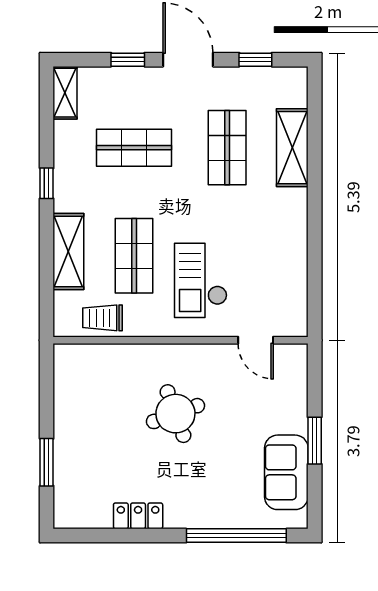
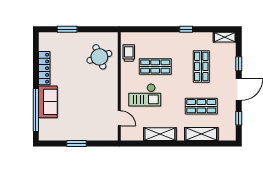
shelving: (68, 251) -> (160, 134), moved
checkout: (201, 280) -> (145, 95), turned 180
door: (256, 340) -> (119, 118), swing flipped
round table: (175, 414) -> (99, 57), moved
sofa: (286, 472) -> (48, 102), moved, turned 90
locker: (138, 516) -> (44, 68), width x1.53

